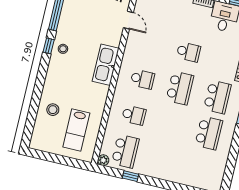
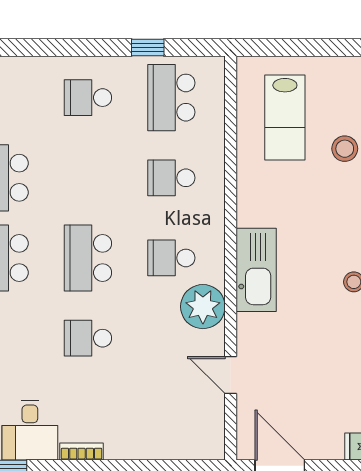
lab bench: (76, 130) -> (285, 118), turned 180
plant: (103, 160) -> (203, 307), moved, width x1.88, depth x1.88
school desk: (163, 160) -> (88, 98), added

